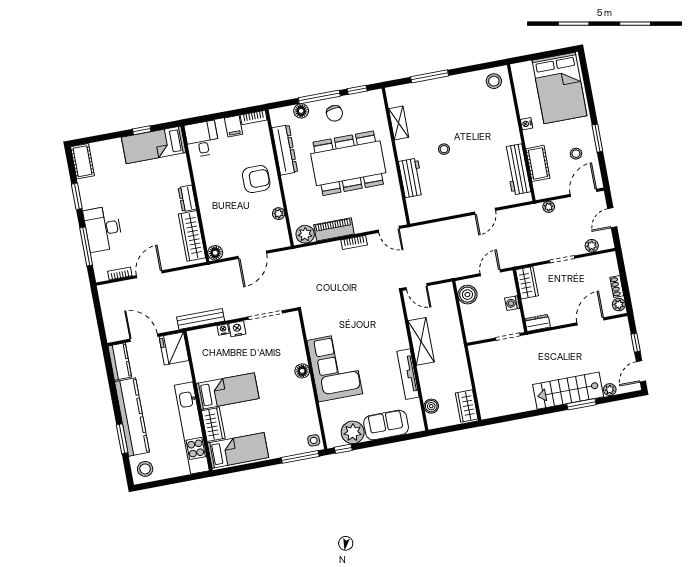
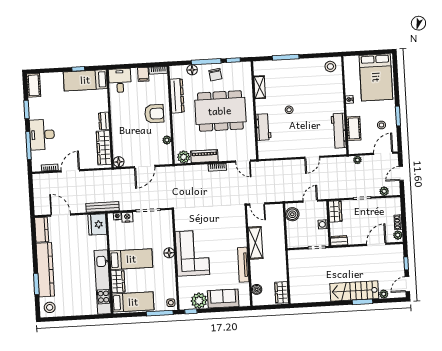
fridge: (174, 348) -> (97, 224), moved
bed: (228, 391) -> (131, 259), moved
wall: (198, 401) -> (109, 264), moved
wardrobe: (213, 425) -> (118, 281), moved
kitchen unit: (192, 428) -> (103, 282), moved
bed: (238, 450) -> (133, 302), moved

